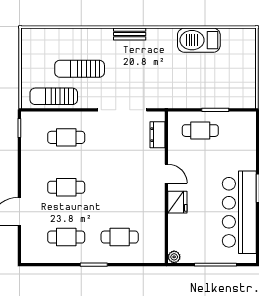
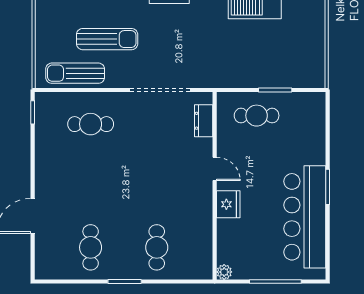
sun lounger: (80, 69) -> (107, 39), turned 180
cafe table: (66, 187) -> (91, 186), removed
cafe table: (66, 237) -> (91, 247), turned 90
cafe table: (120, 237) -> (157, 247), turned 90

